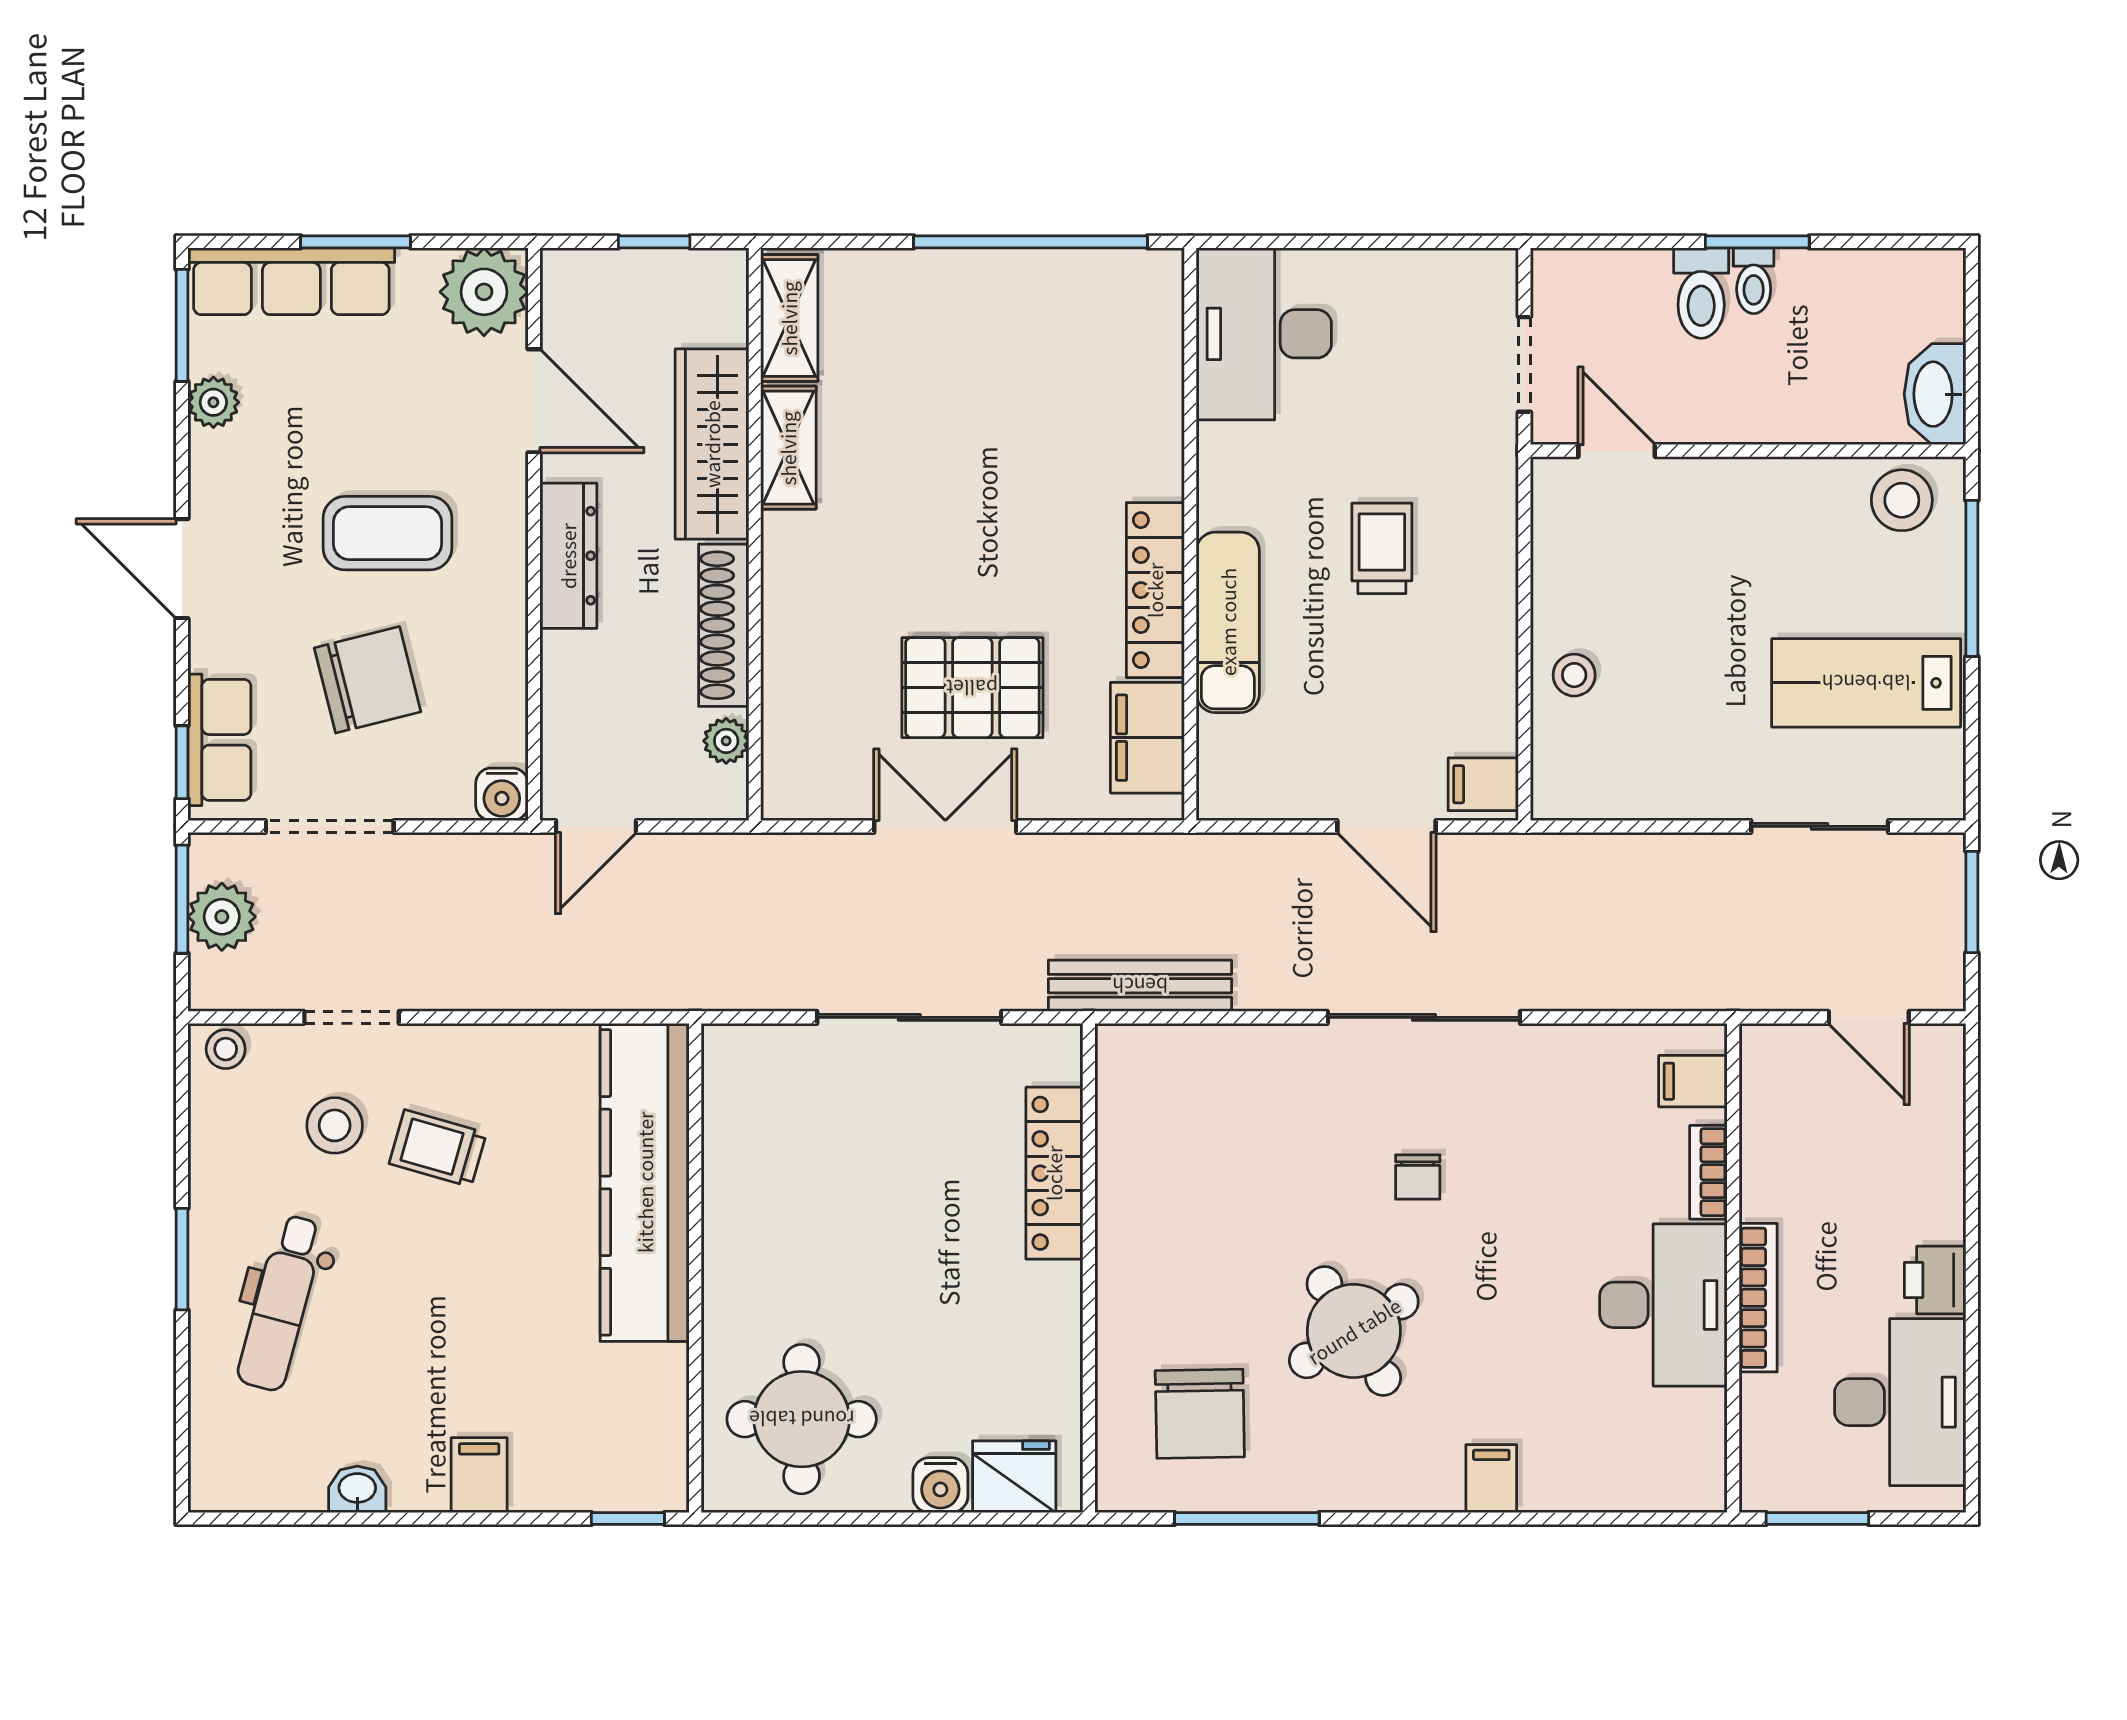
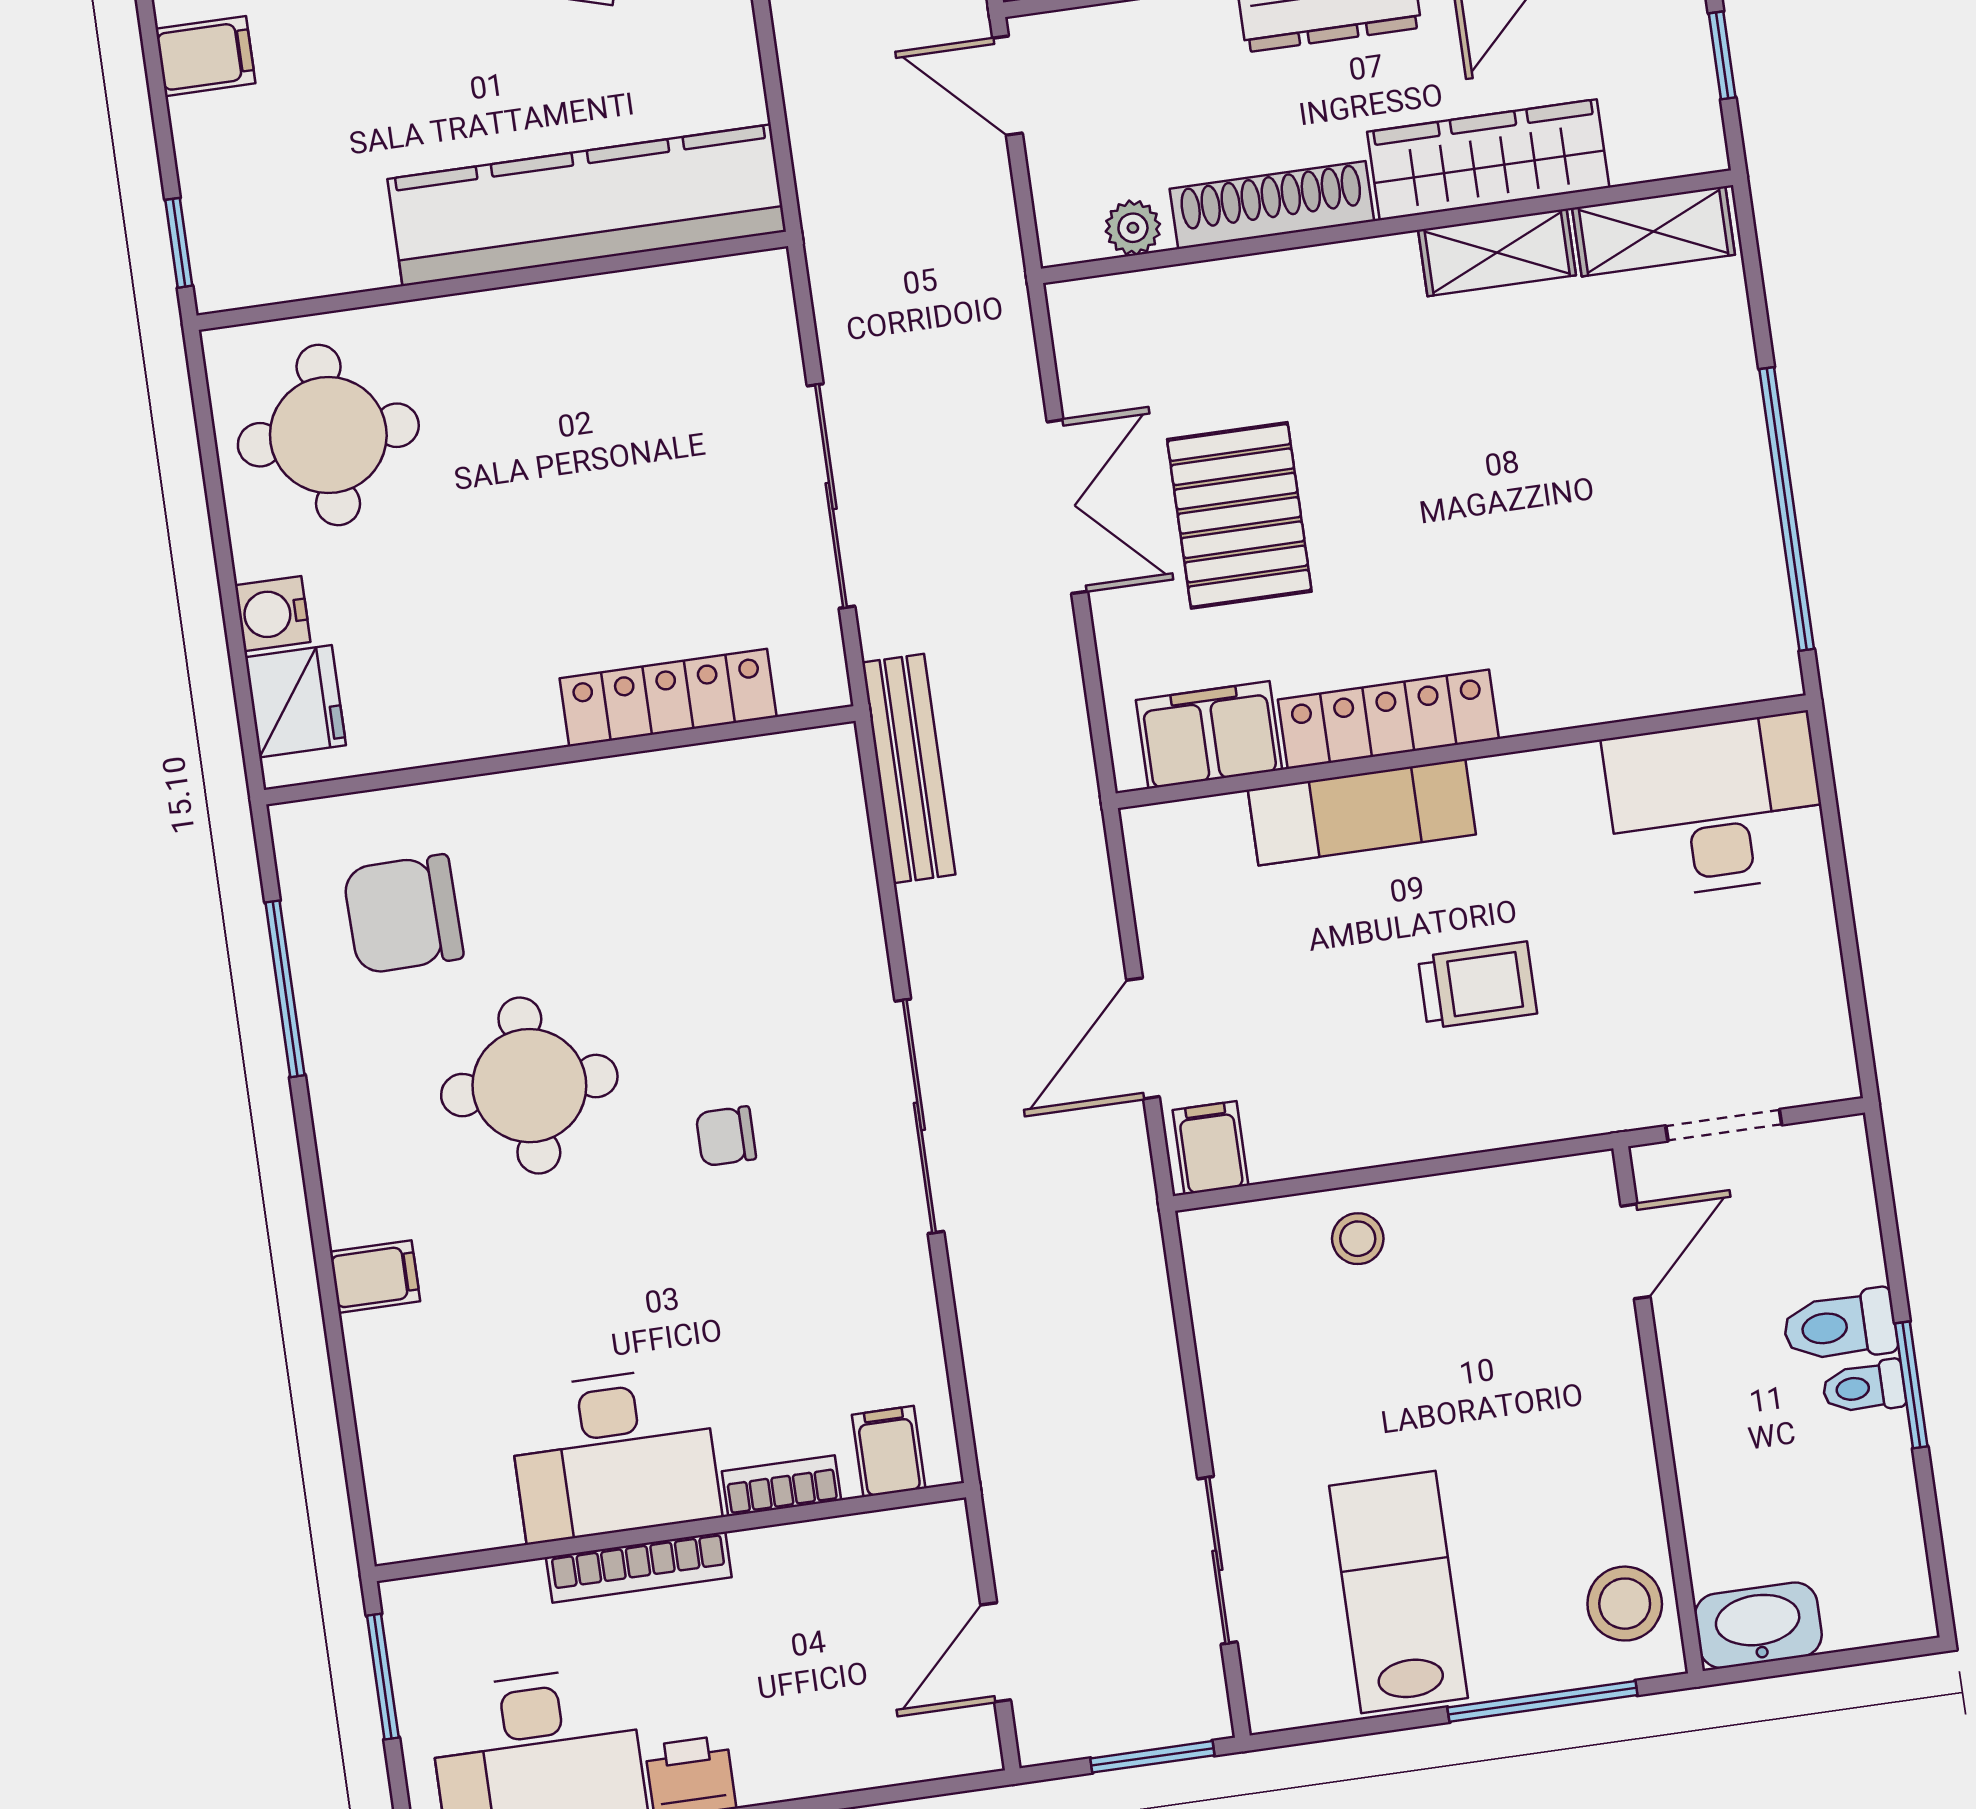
round table: (1354, 1331) -> (529, 1086), turned 32

